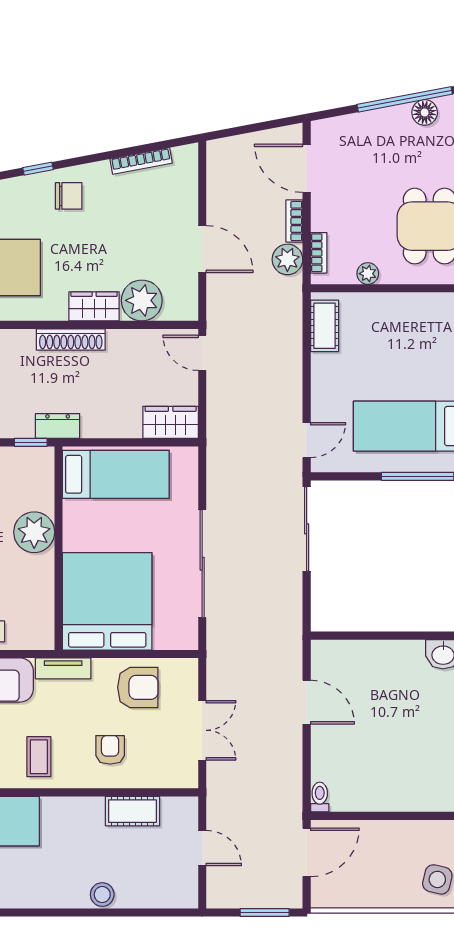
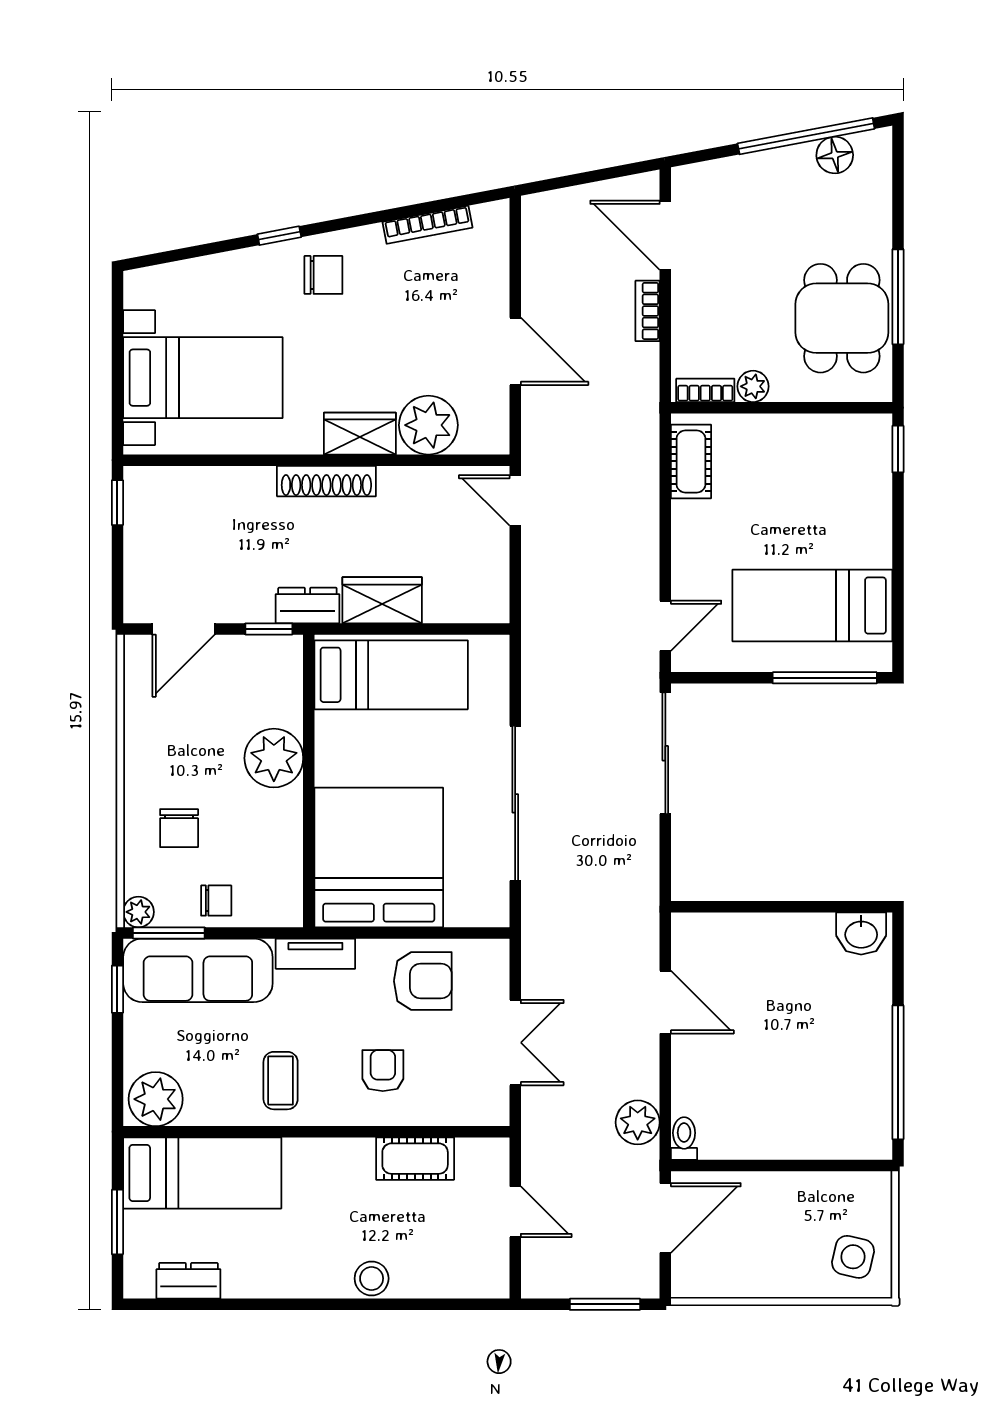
bookcase: (319, 253) -> (705, 390), moved, turned -90
plant: (287, 259) -> (638, 1122), moved
wardrobe: (171, 422) -> (382, 600), moved

